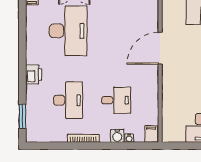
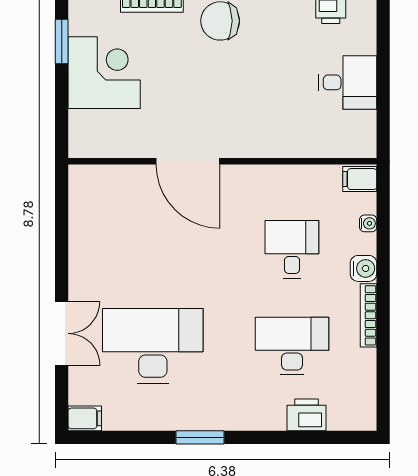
printer: (34, 74) -> (307, 415), moved
window: (22, 116) -> (200, 437), moved
water cooler: (117, 136) -> (364, 268), moved

